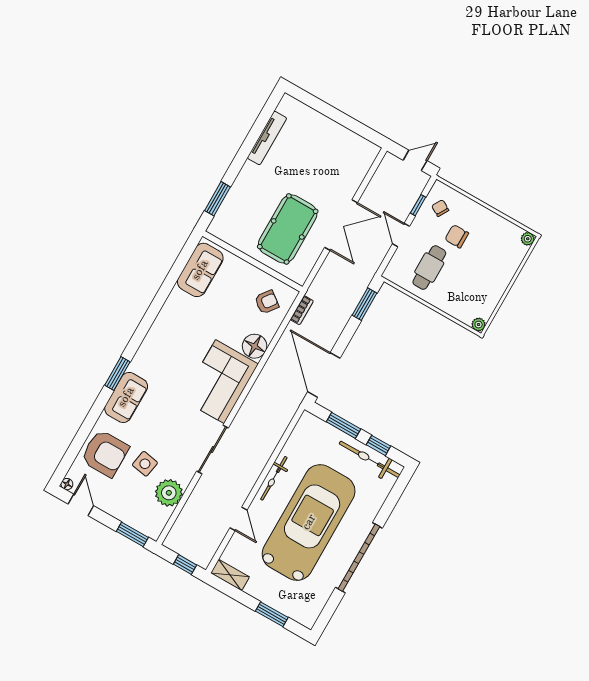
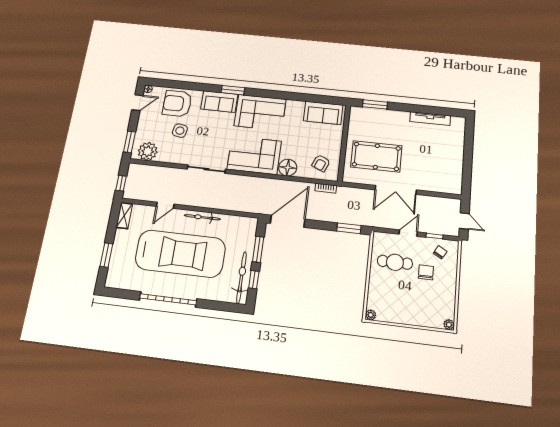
armchair: (267, 302) -> (321, 163), turned 76
corner sofa: (164, 351) -> (260, 112), added
armchair: (105, 453) -> (177, 103), turned 90
plant: (169, 493) -> (148, 151), moved

